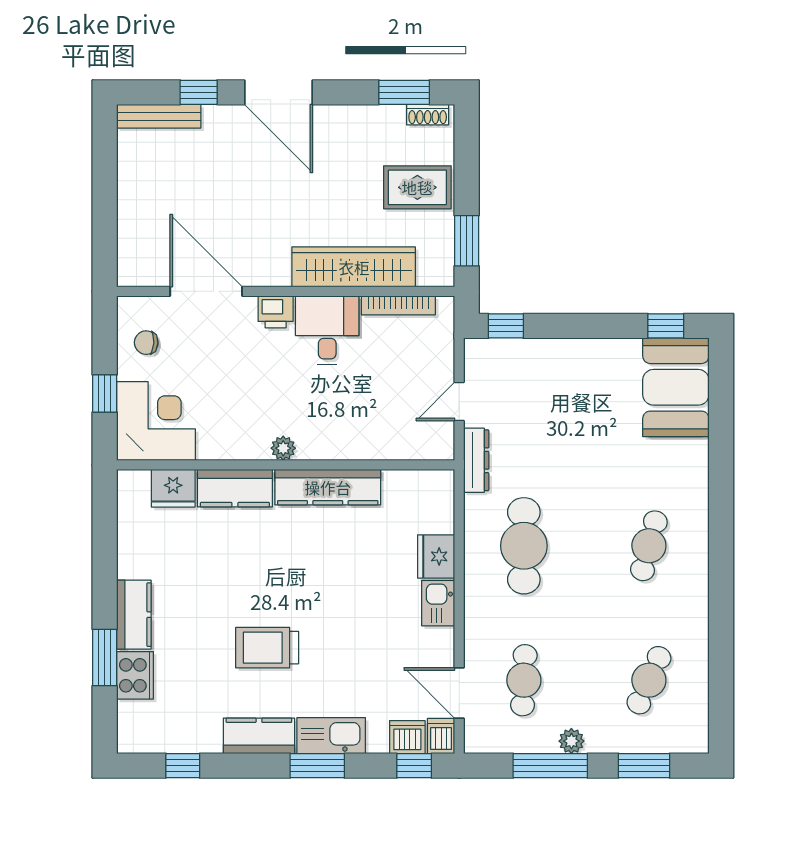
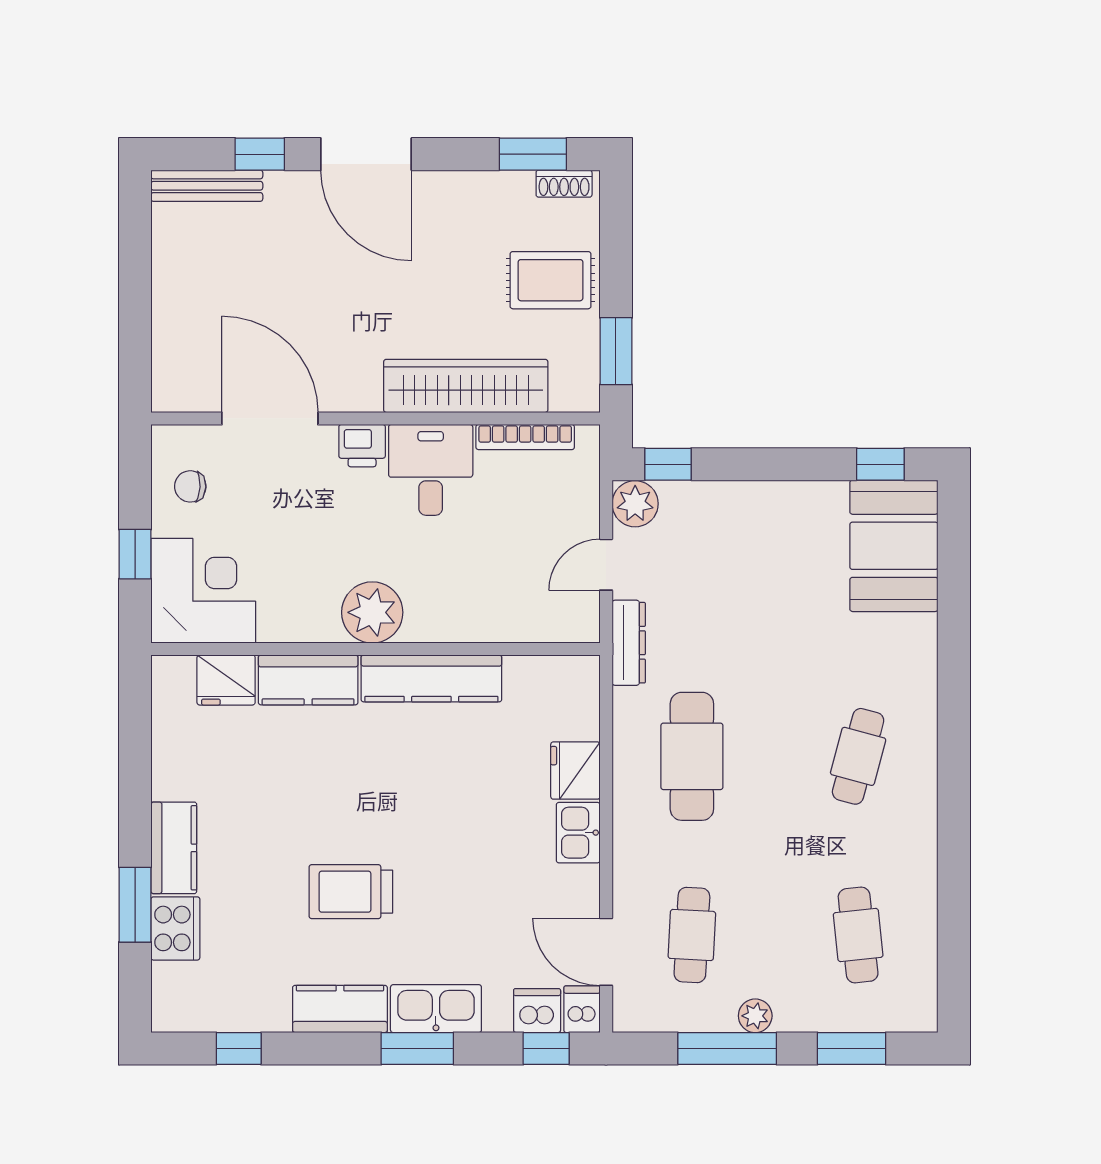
plant: (481, 356) -> (635, 504), added
plant: (283, 448) -> (372, 612), width x1.88, depth x1.88
cafe table: (649, 680) -> (858, 935), turned -30

